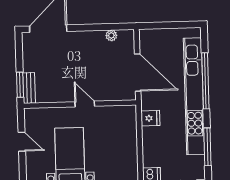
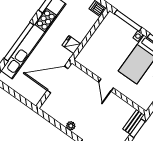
plant: (111, 35) -> (71, 126), moved
door: (138, 72) -> (58, 80), hinge flipped

